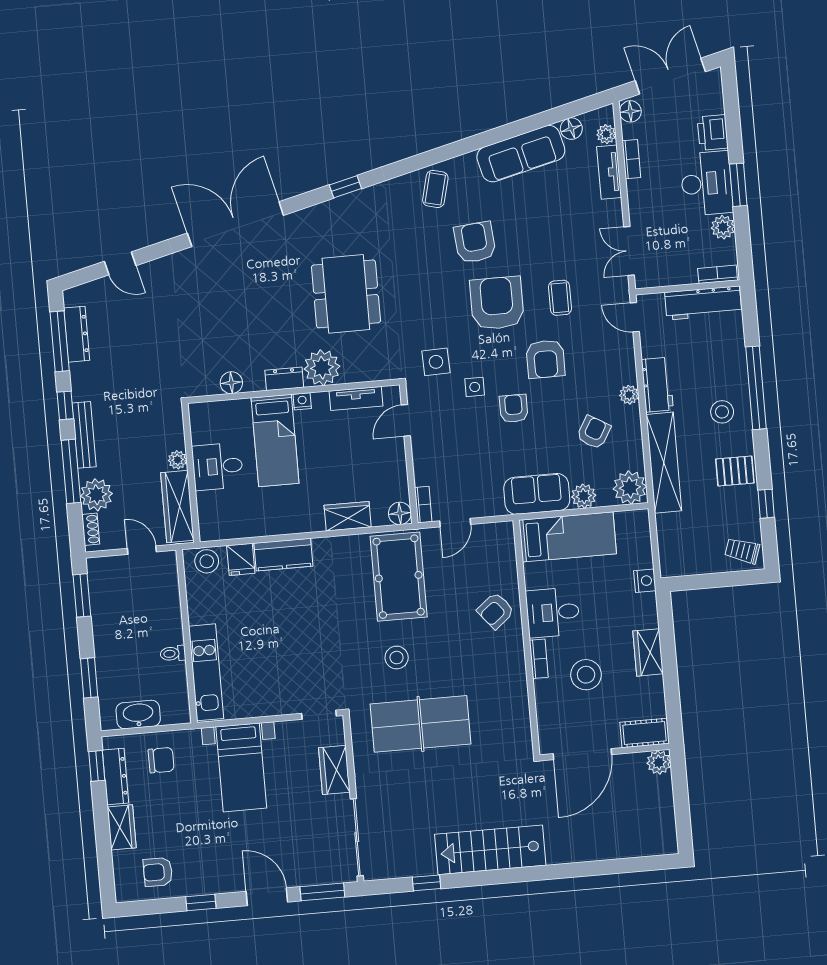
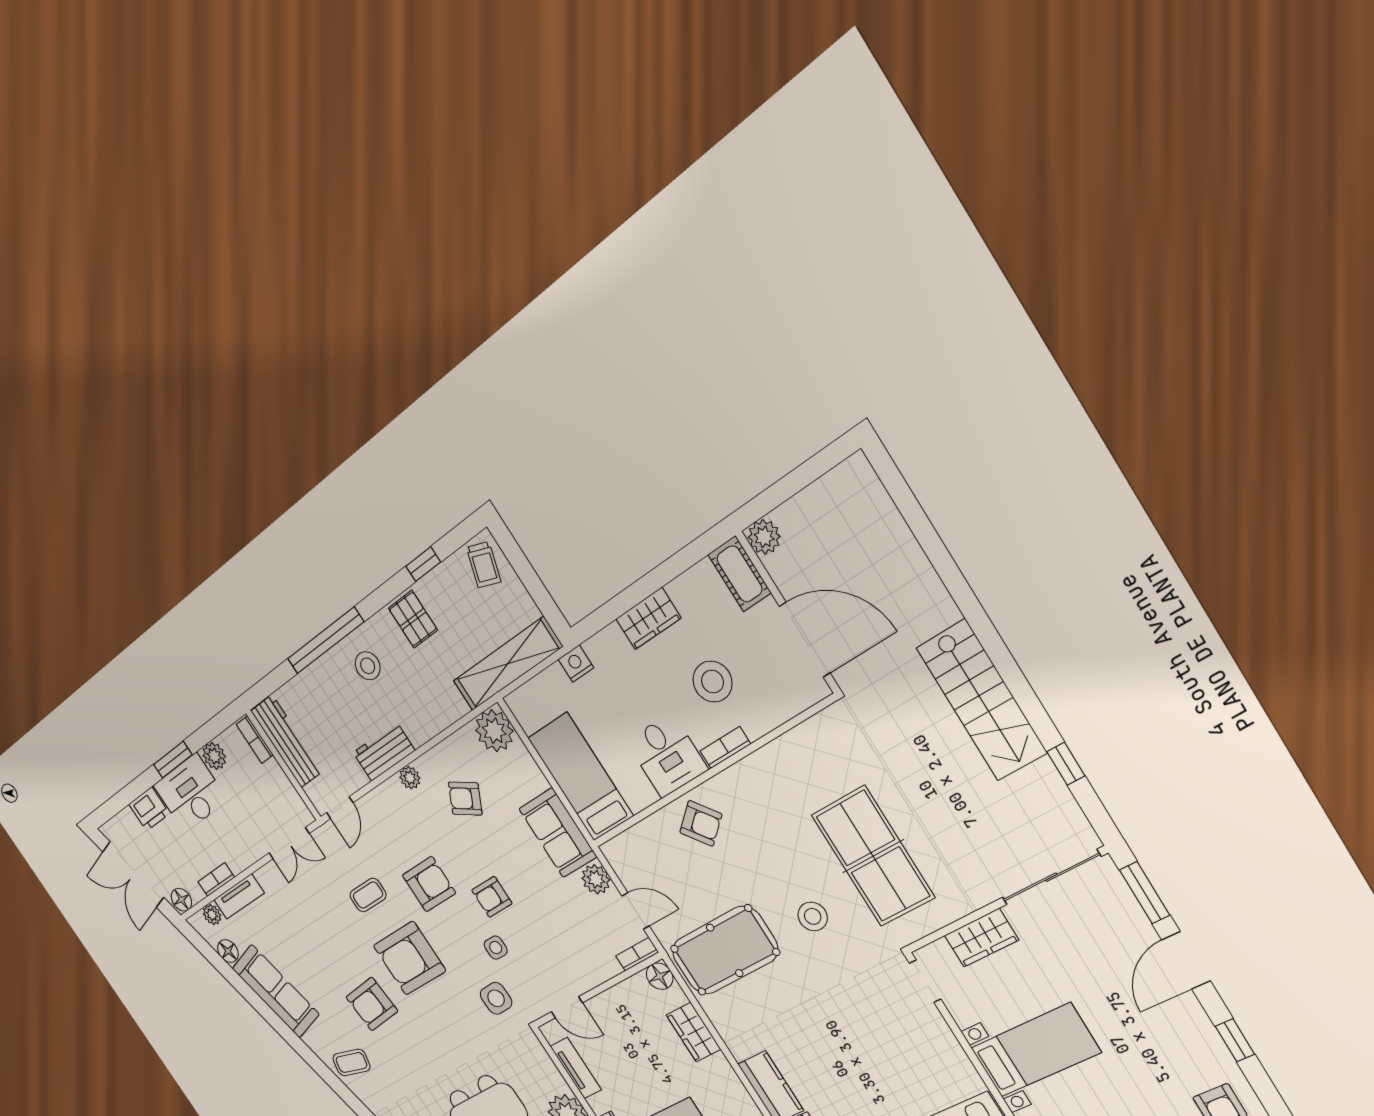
shelving: (664, 463) -> (508, 664), moved
plant: (584, 496) -> (596, 879), moved

